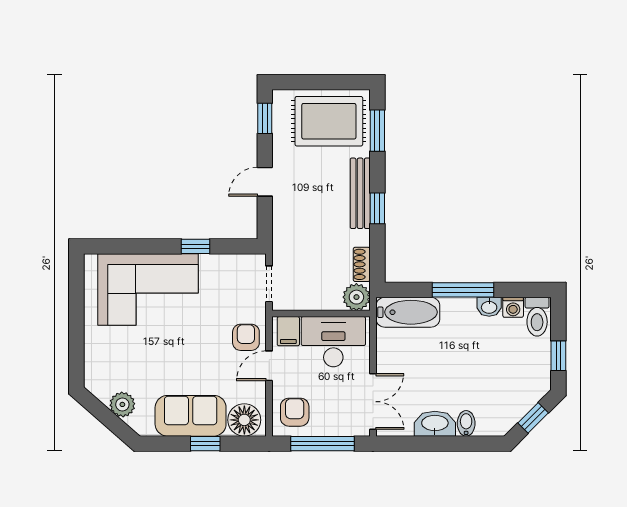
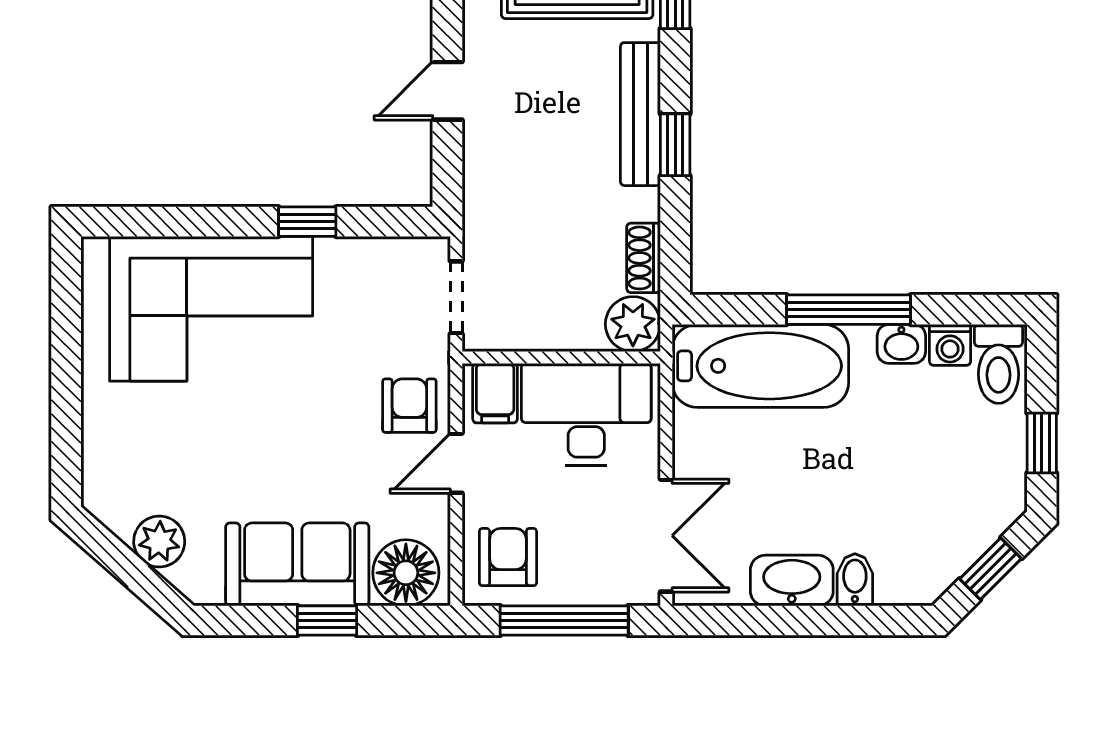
bathtub: (408, 312) -> (760, 366), width x1.36, depth x1.36

